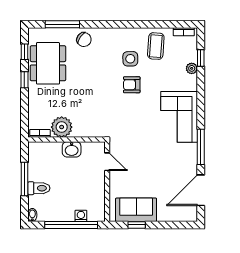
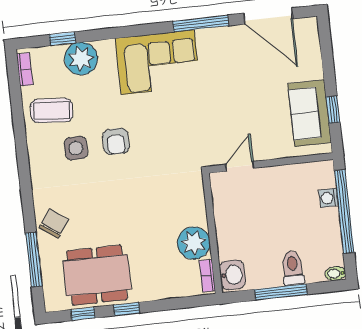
plant: (192, 68) -> (81, 59), width x1.88, depth x1.88
washbasin: (72, 149) -> (232, 275), moved

